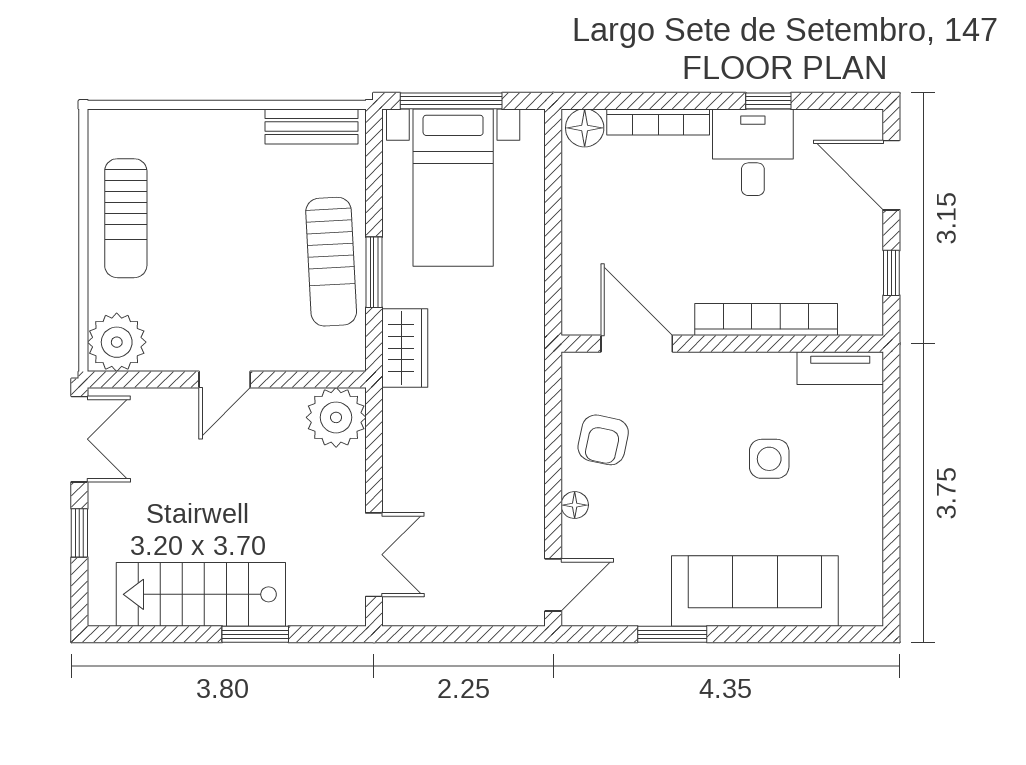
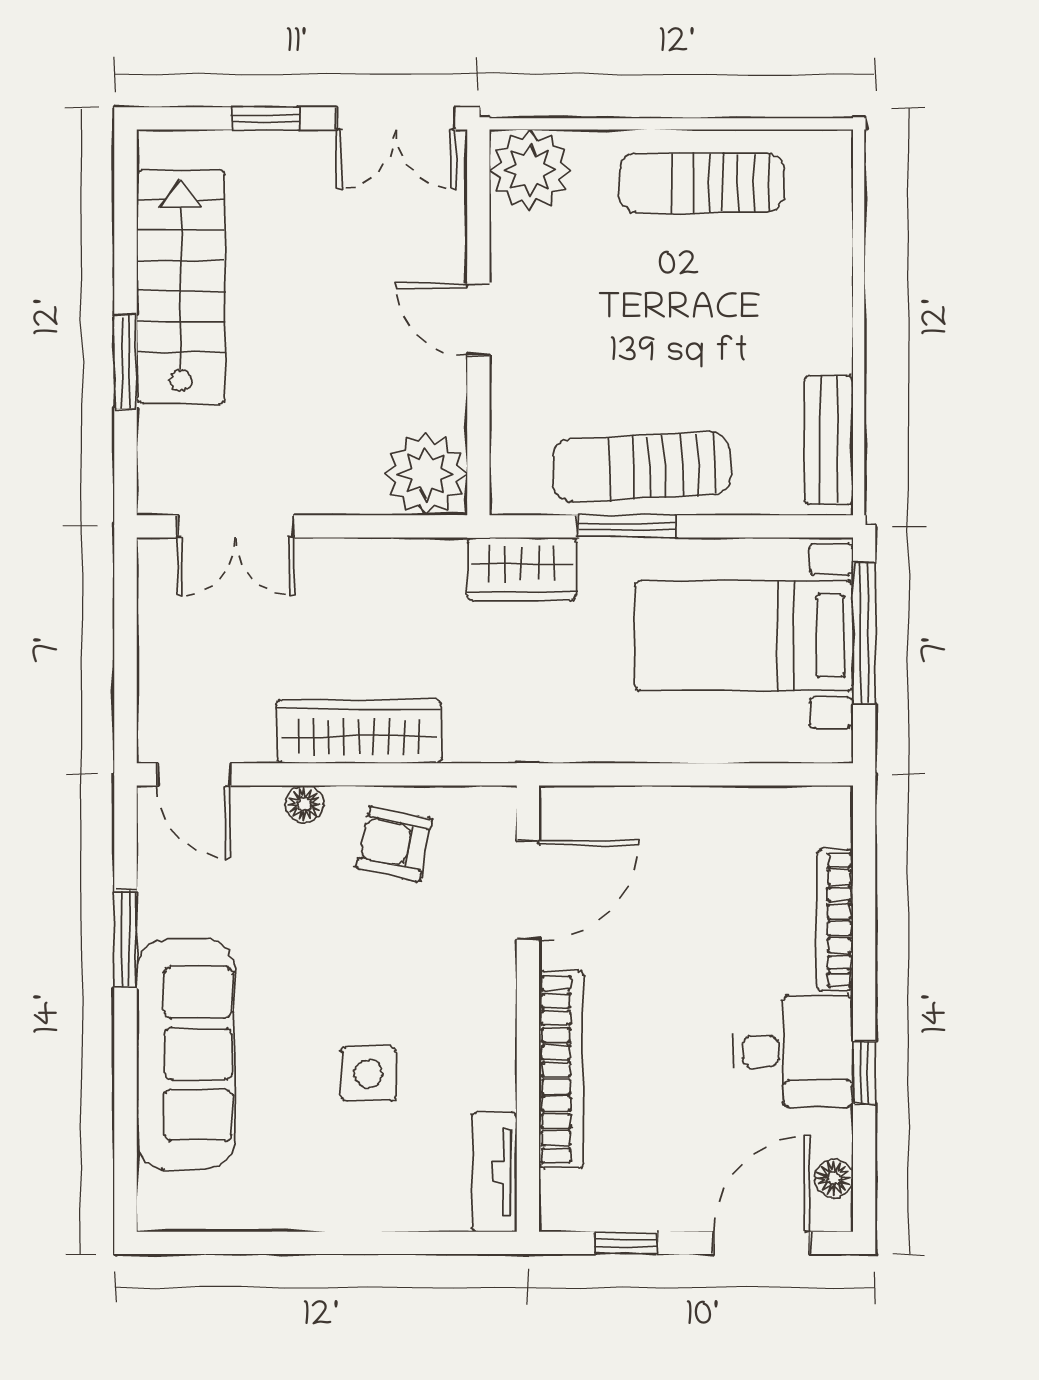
floor lamp: (585, 128) -> (834, 1178), moved, width x0.73, depth x0.73
wardrobe: (522, 466) -> (359, 731), added

